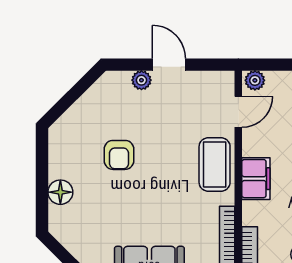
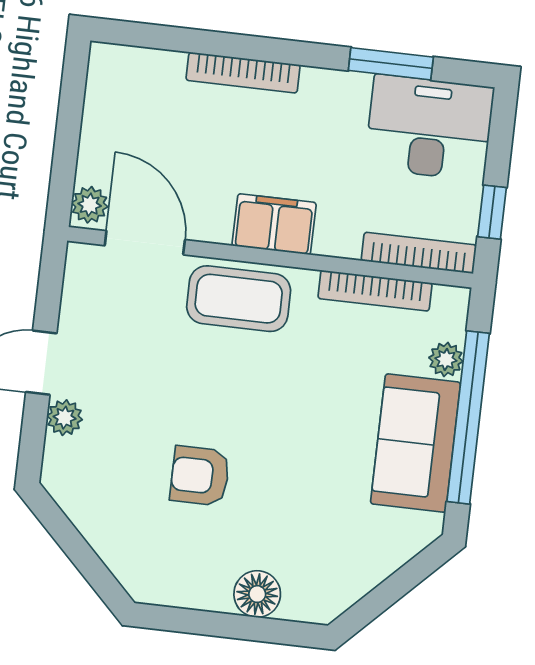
door: (238, 112) -> (145, 243), width x1.37
armchair: (119, 155) -> (200, 476), turned 180

